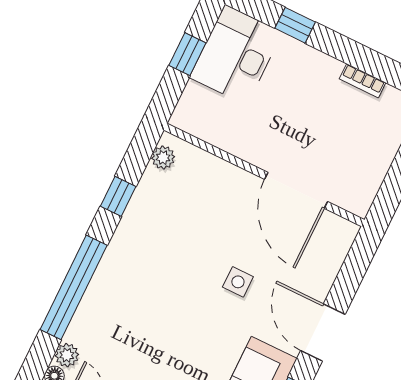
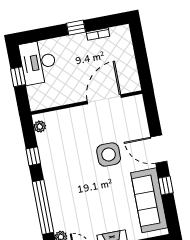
window: (295, 25) -> (76, 28), moved
door: (296, 190) -> (104, 99), swing flipped
side table: (238, 282) -> (109, 155), width x1.87, depth x1.87

